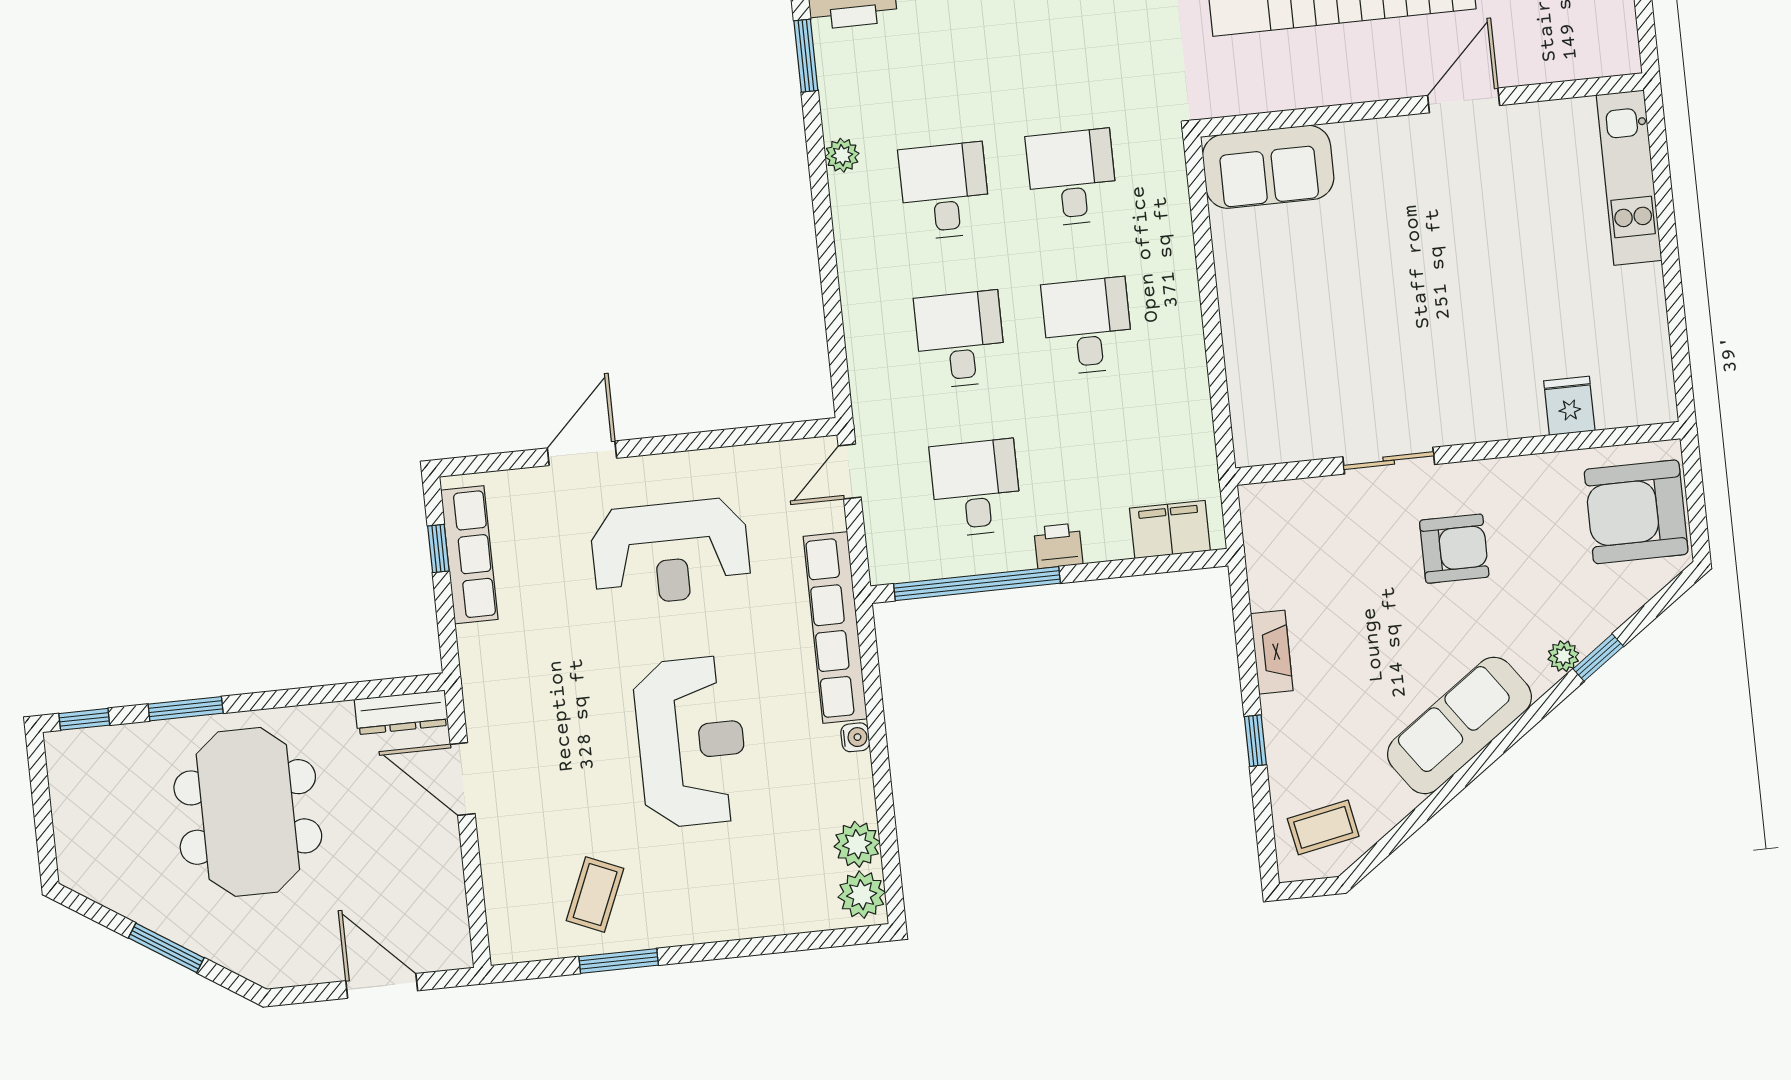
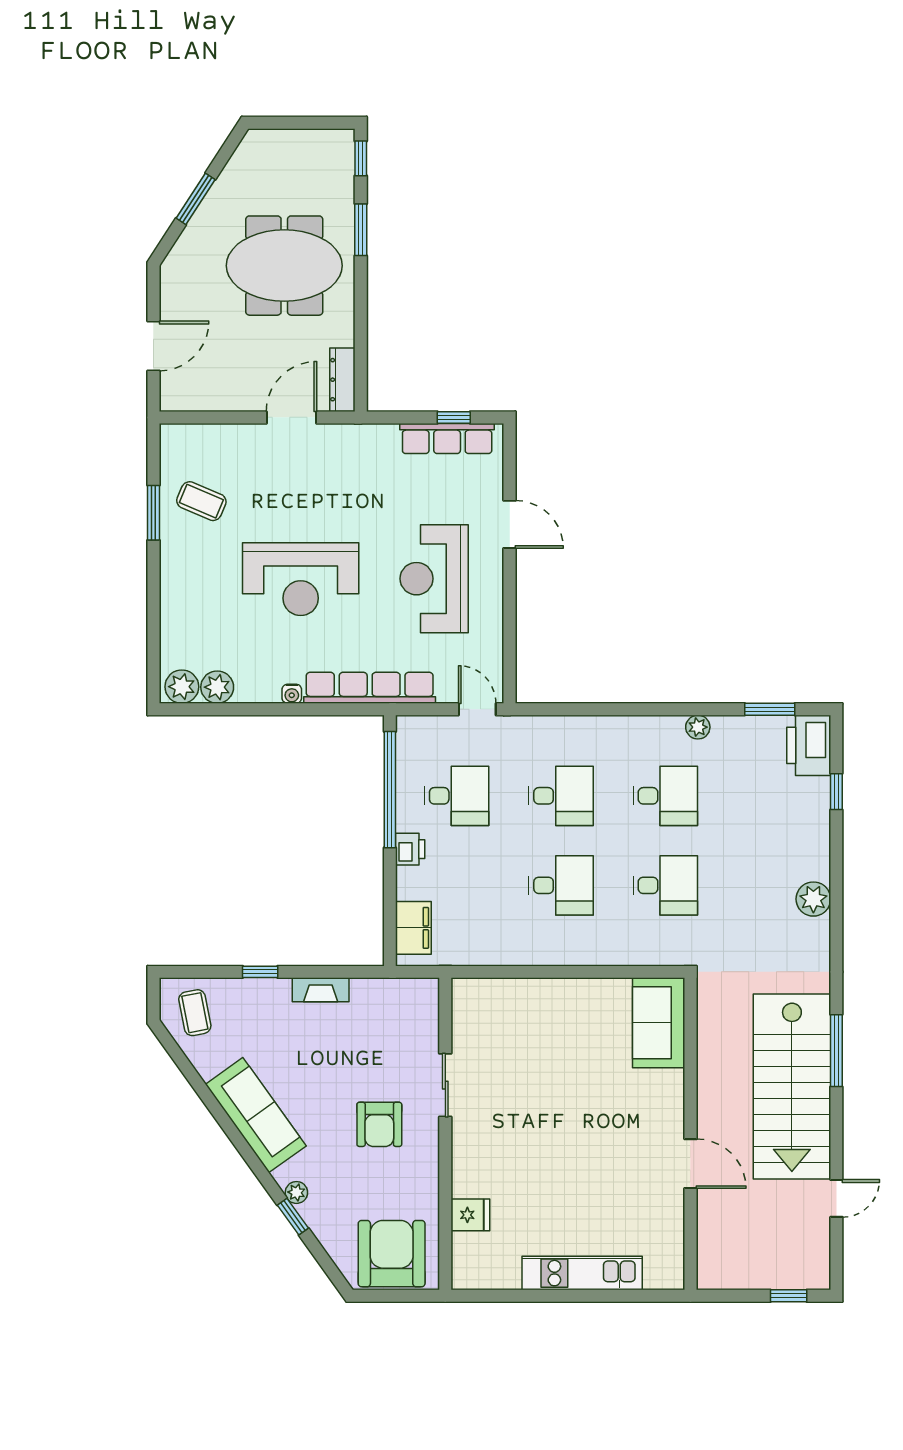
kitchen unit: (1629, 178) -> (582, 1273), moved

